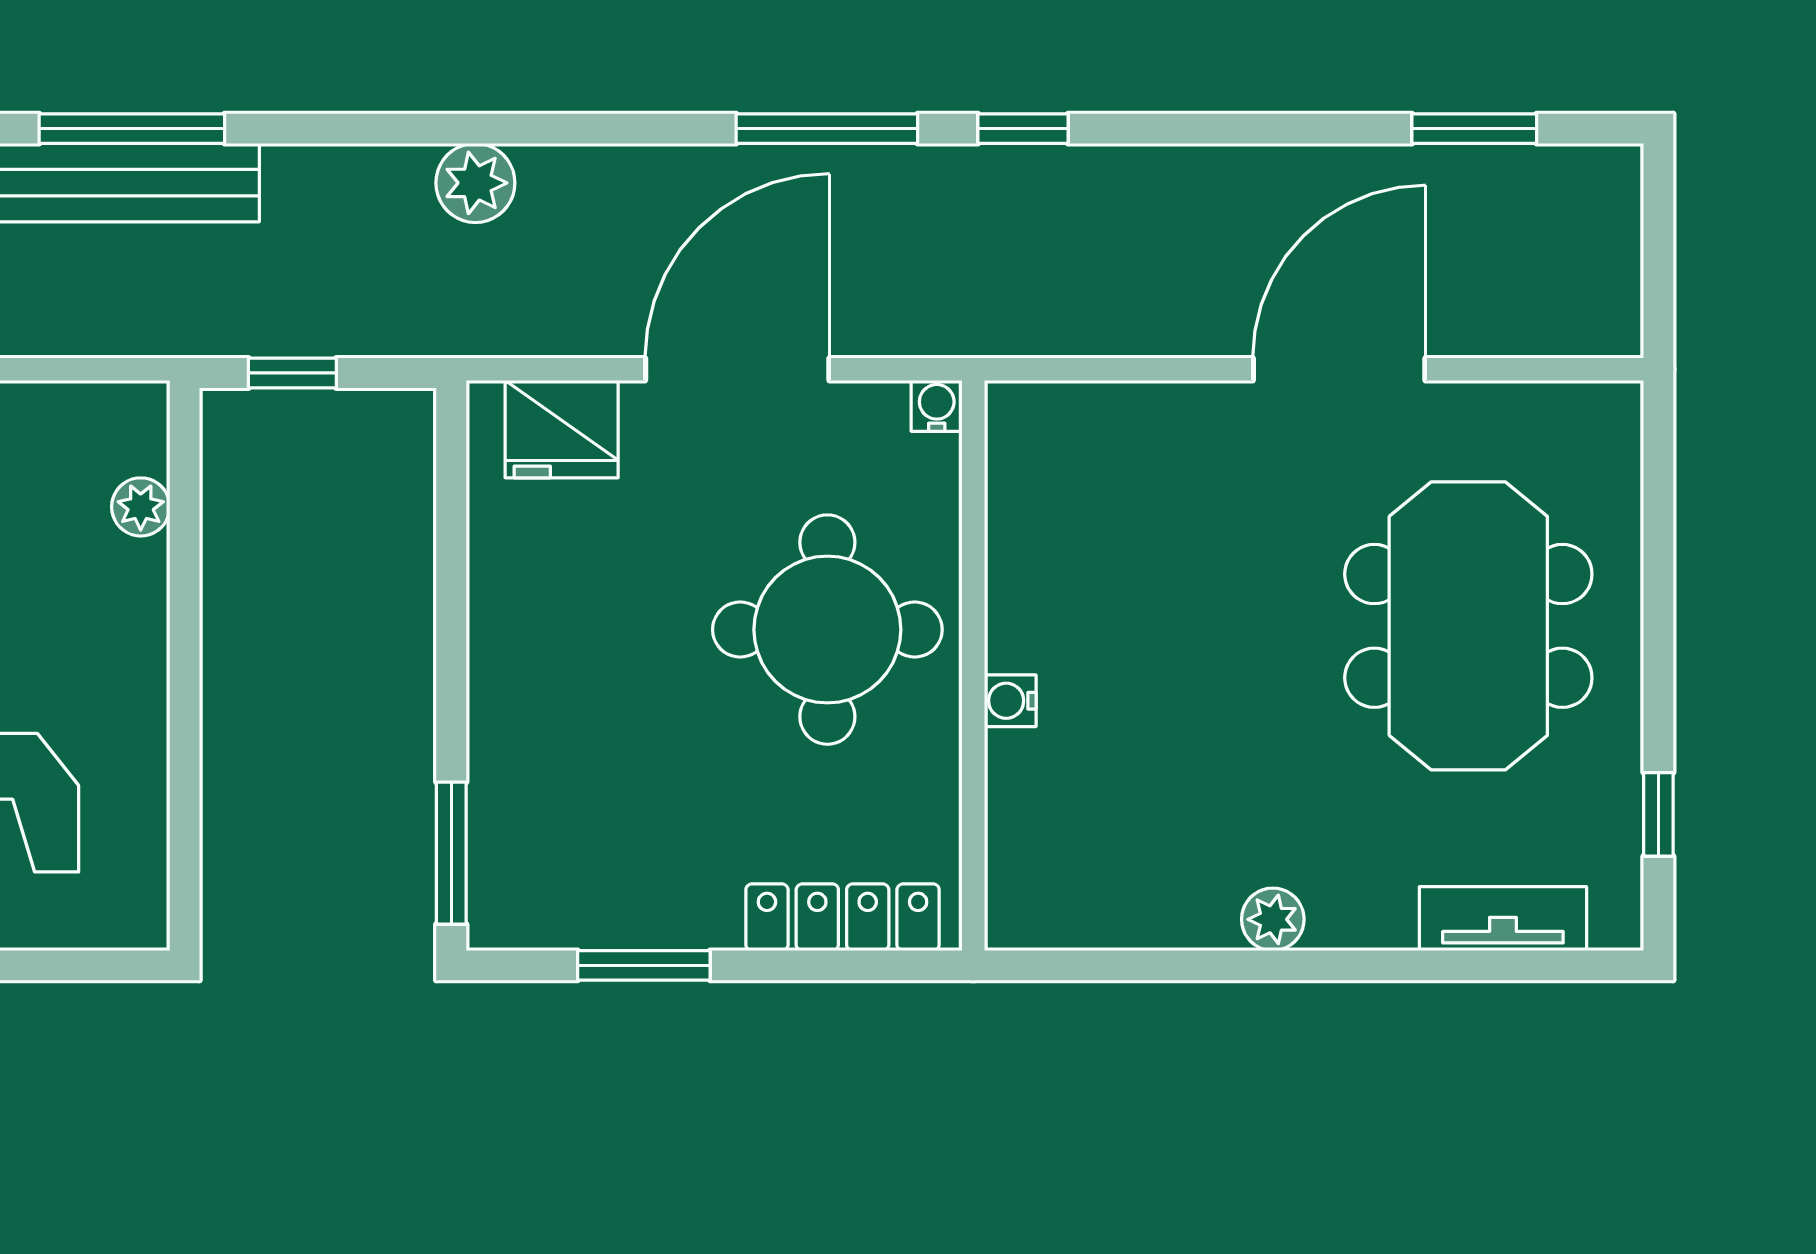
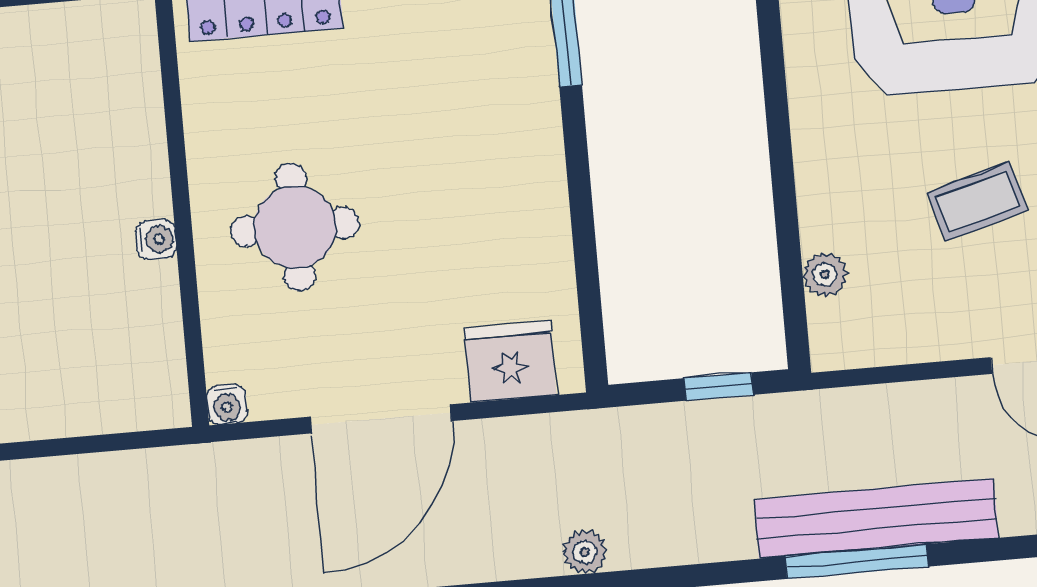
plant: (475, 183) -> (585, 552), width x0.73, depth x0.73
round table: (827, 630) -> (295, 227), width x0.73, depth x0.73
water cooler: (1010, 701) -> (156, 239), moved

